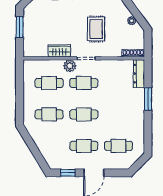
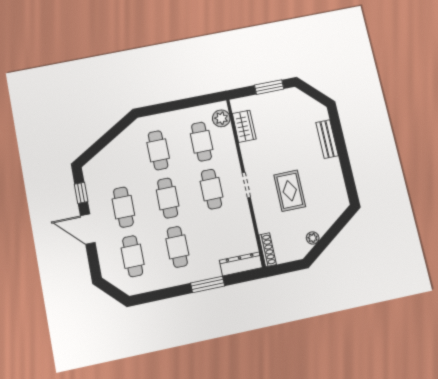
rug: (96, 29) -> (290, 191), turned 90
wardrobe: (59, 51) -> (244, 126), moved
plant: (70, 66) -> (221, 118), moved
cafe table: (118, 114) -> (177, 247), added

